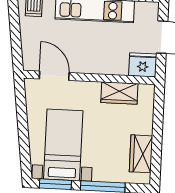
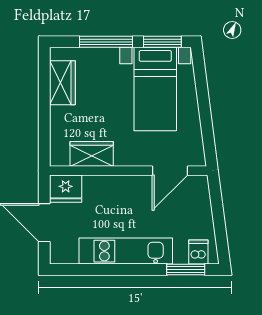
door: (54, 76) -> (170, 171), hinge flipped

